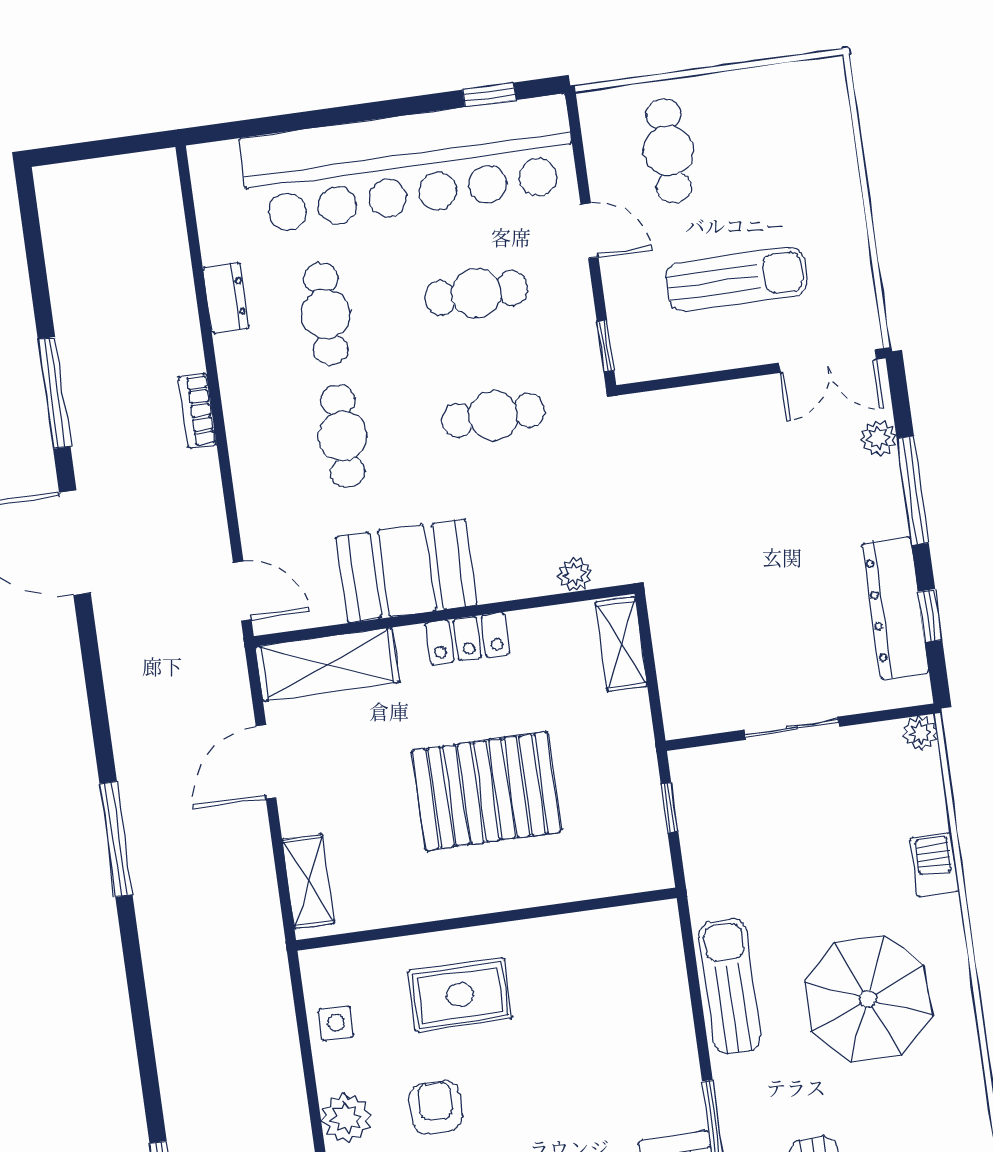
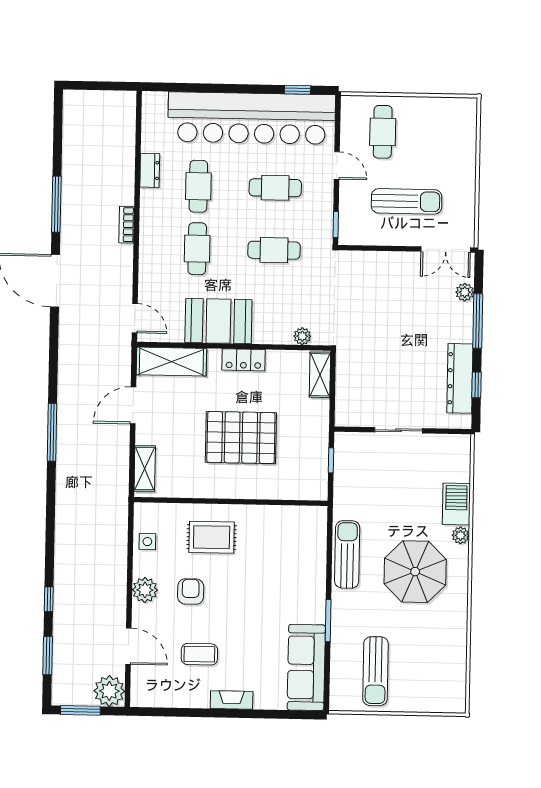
plant: (920, 733) -> (461, 535), moved
barbecue: (934, 865) -> (456, 504), width x1.38, depth x1.27

